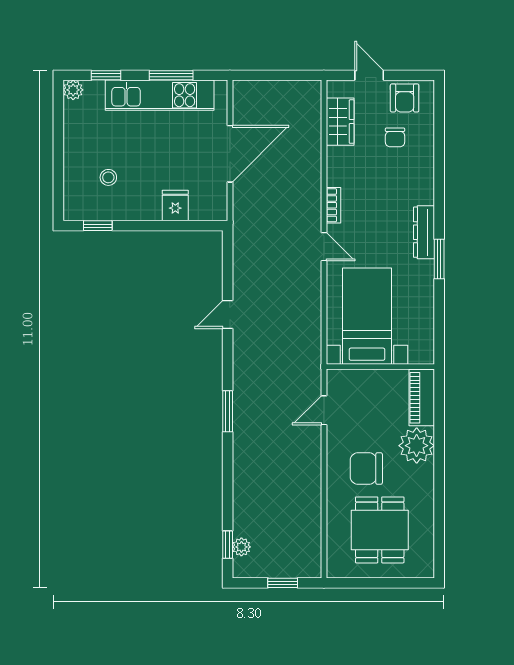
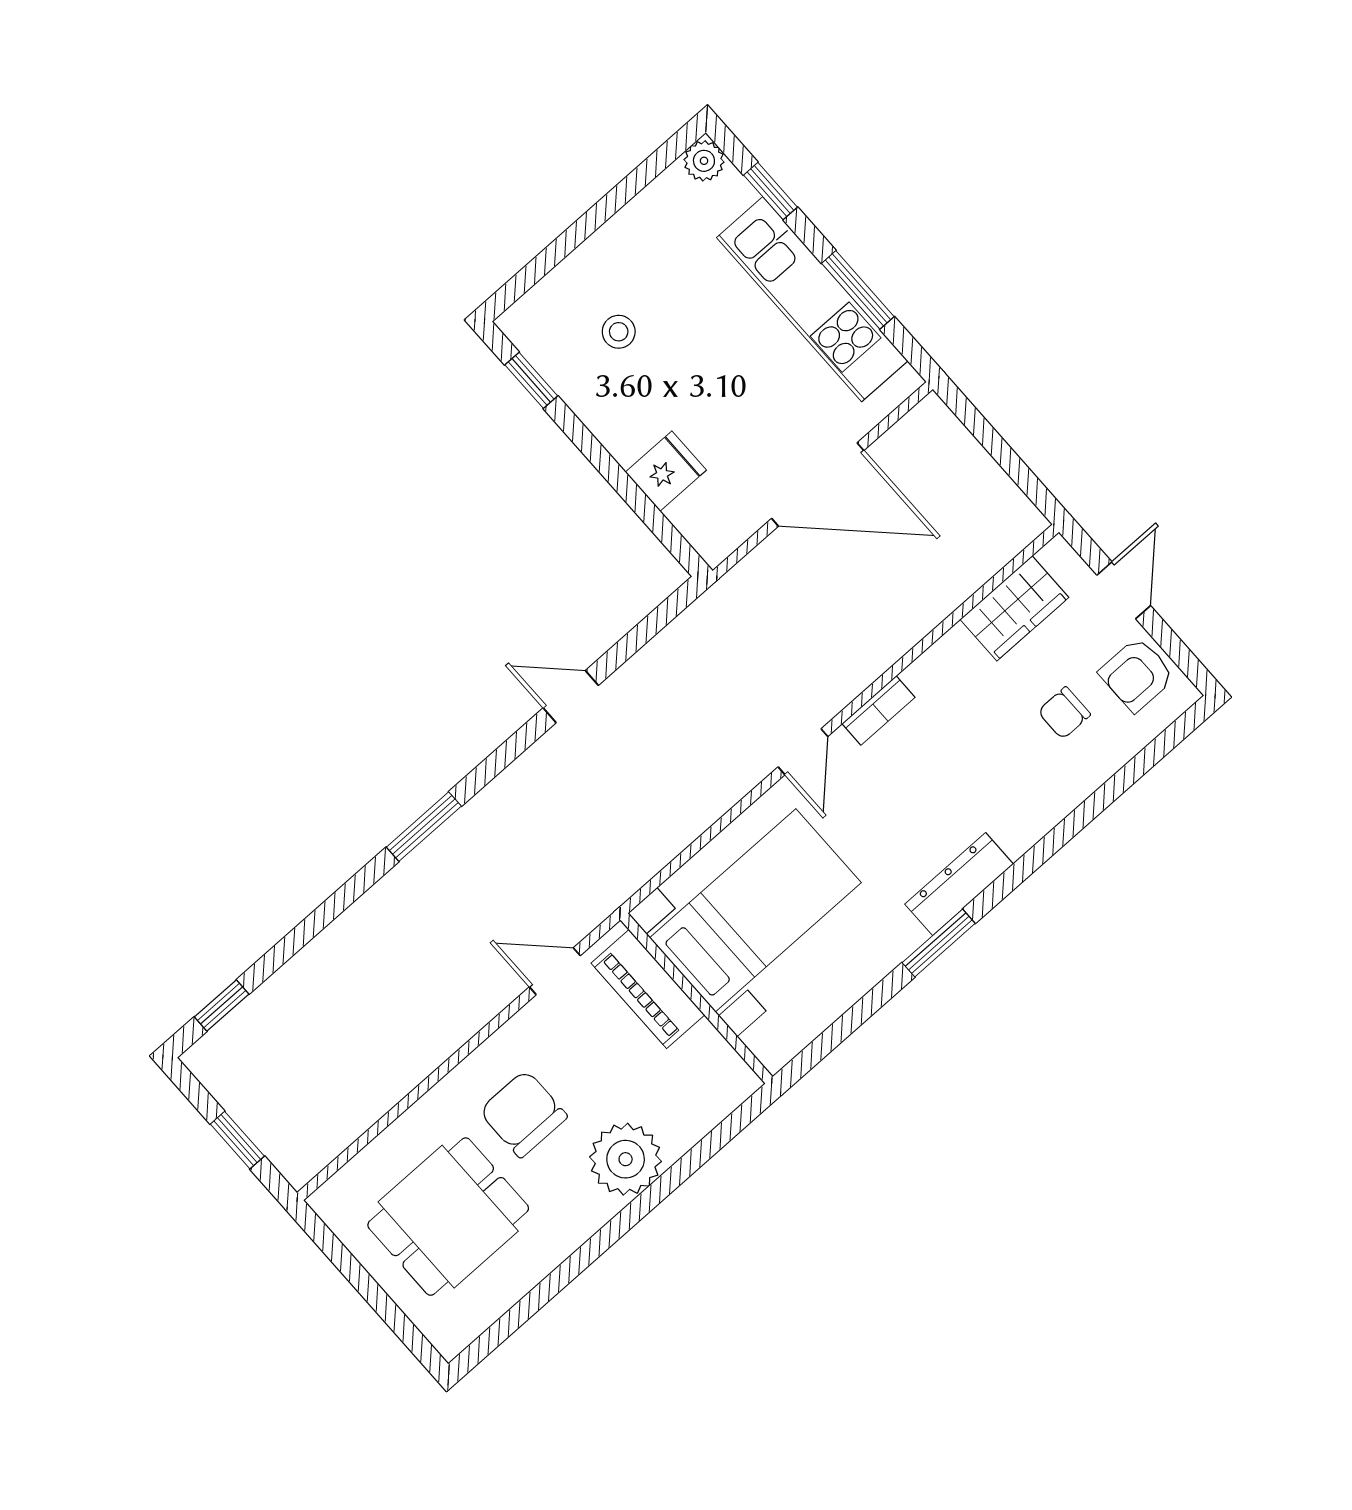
piano: (422, 398) -> (648, 989), moved, turned -90
plant: (241, 547) -> (237, 1030), removed

